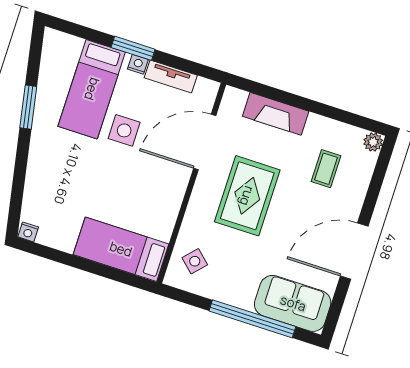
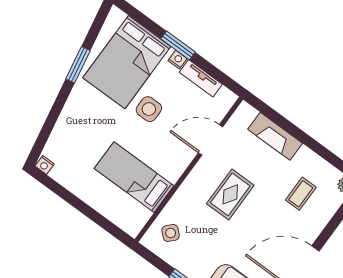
bed: (92, 89) -> (127, 62), width x1.50
door: (205, 142) -> (211, 140), width x0.73
rug: (247, 196) -> (230, 194), width x0.73, depth x0.70
bed: (121, 249) -> (134, 177), moved

